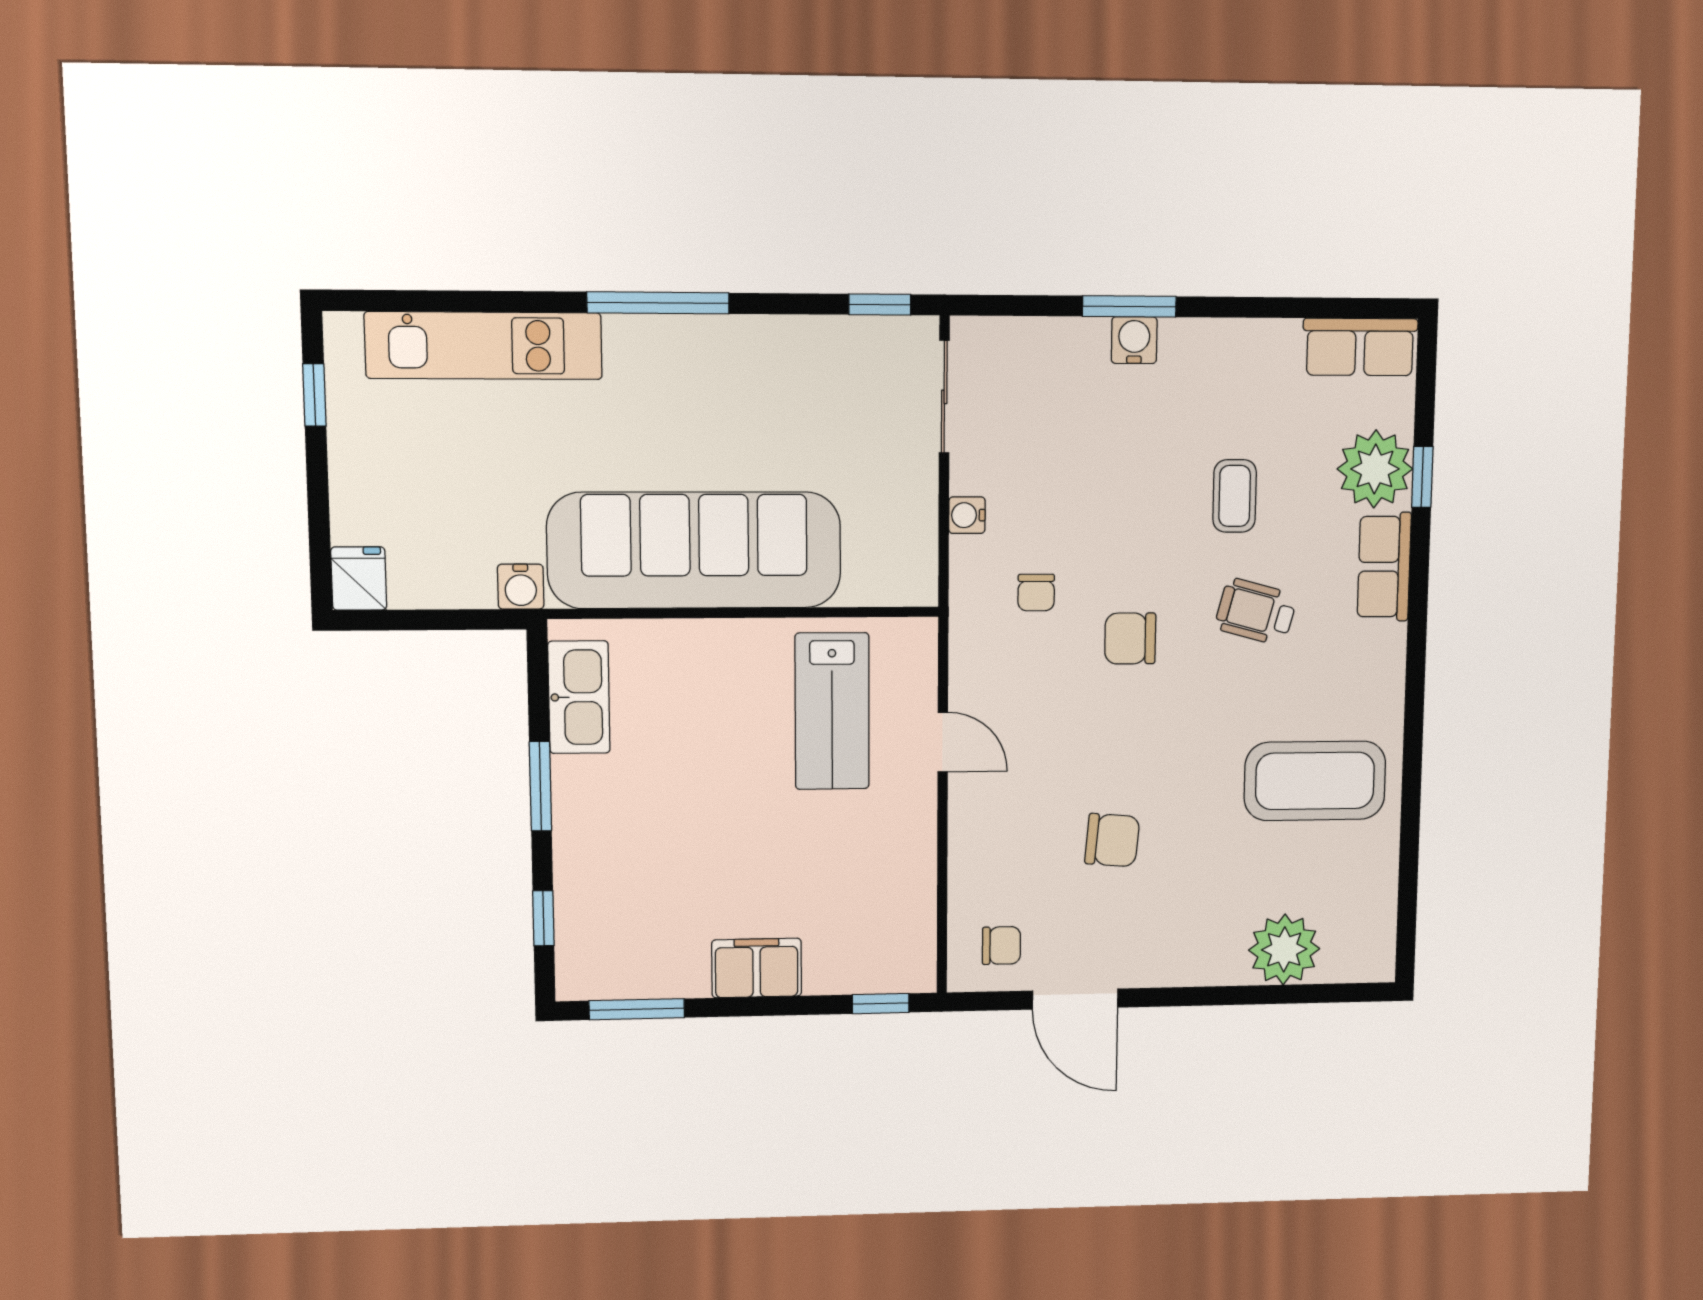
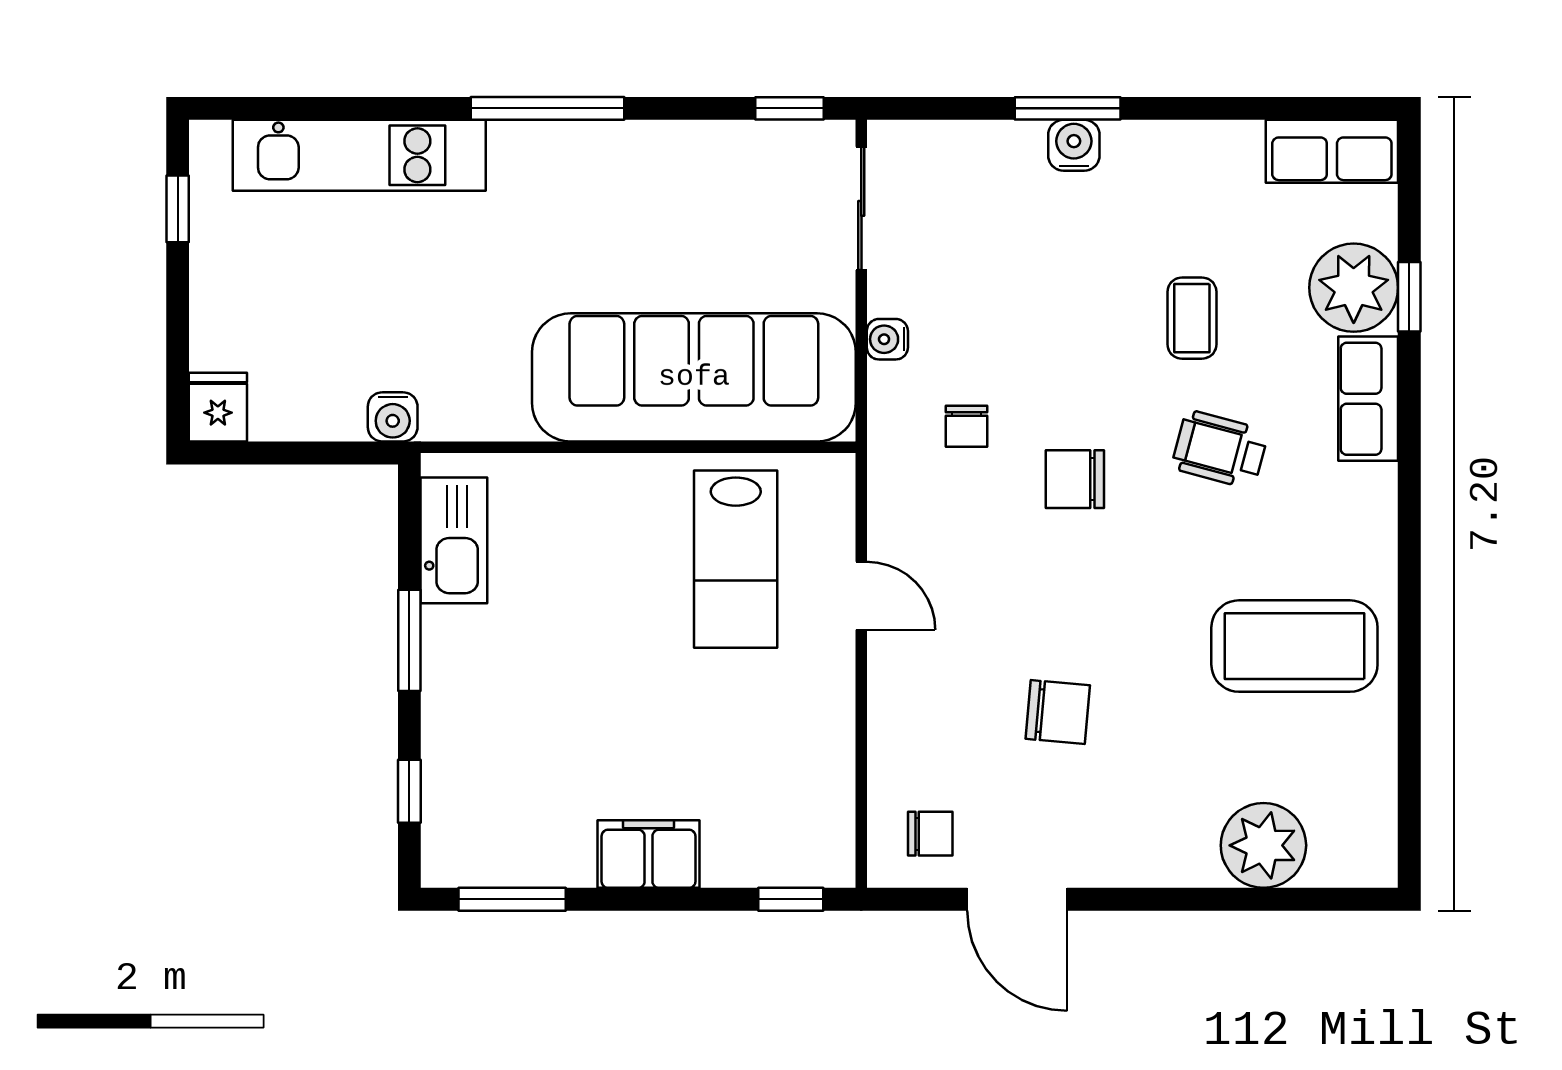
sofa: (694, 550) -> (694, 377), moved

